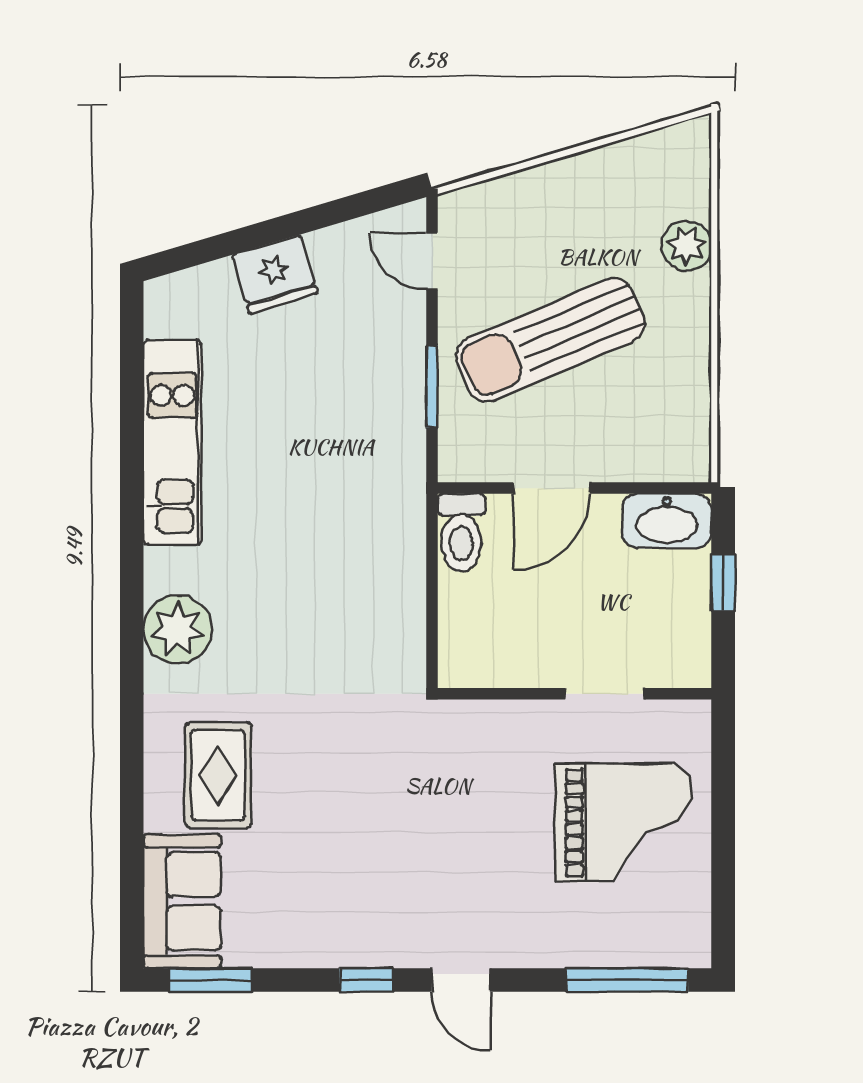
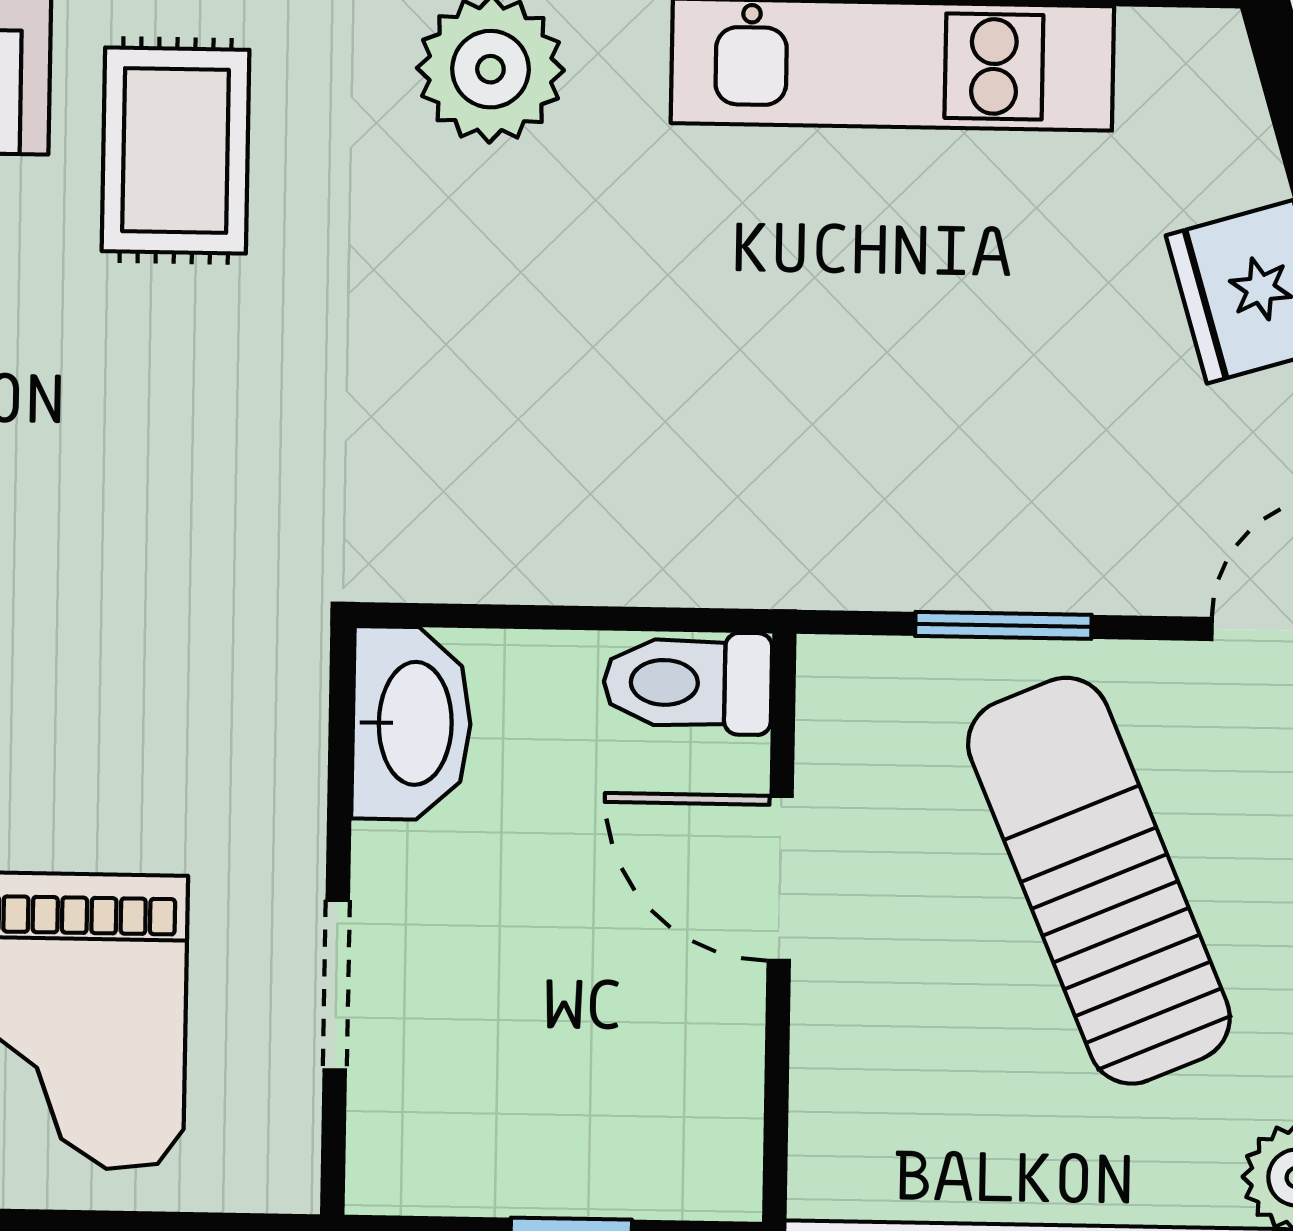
washbasin: (667, 521) -> (412, 723), moved, turned 180
rug: (218, 775) -> (176, 150), turned 90

